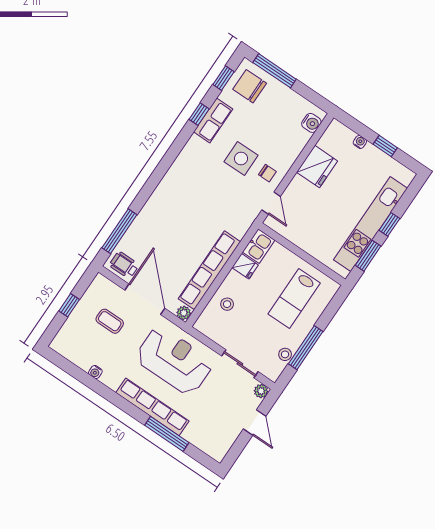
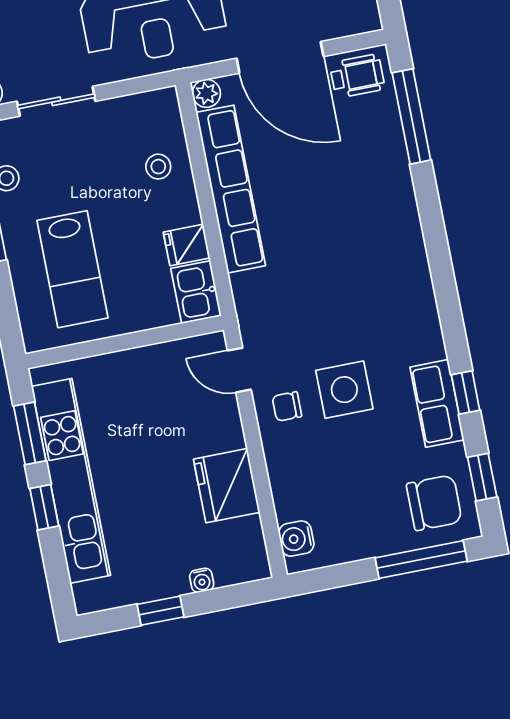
lab bench: (294, 298) -> (73, 269), turned 180

